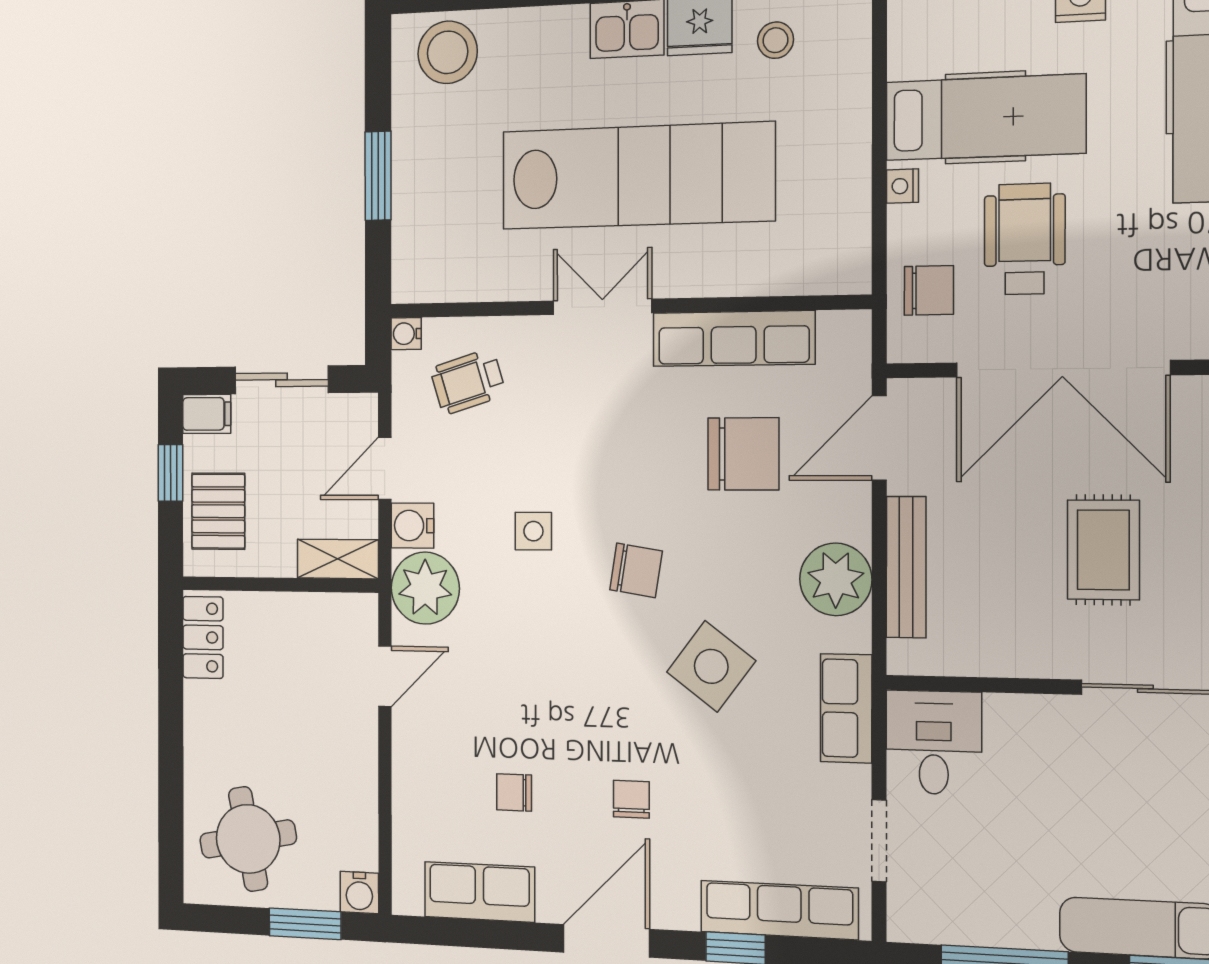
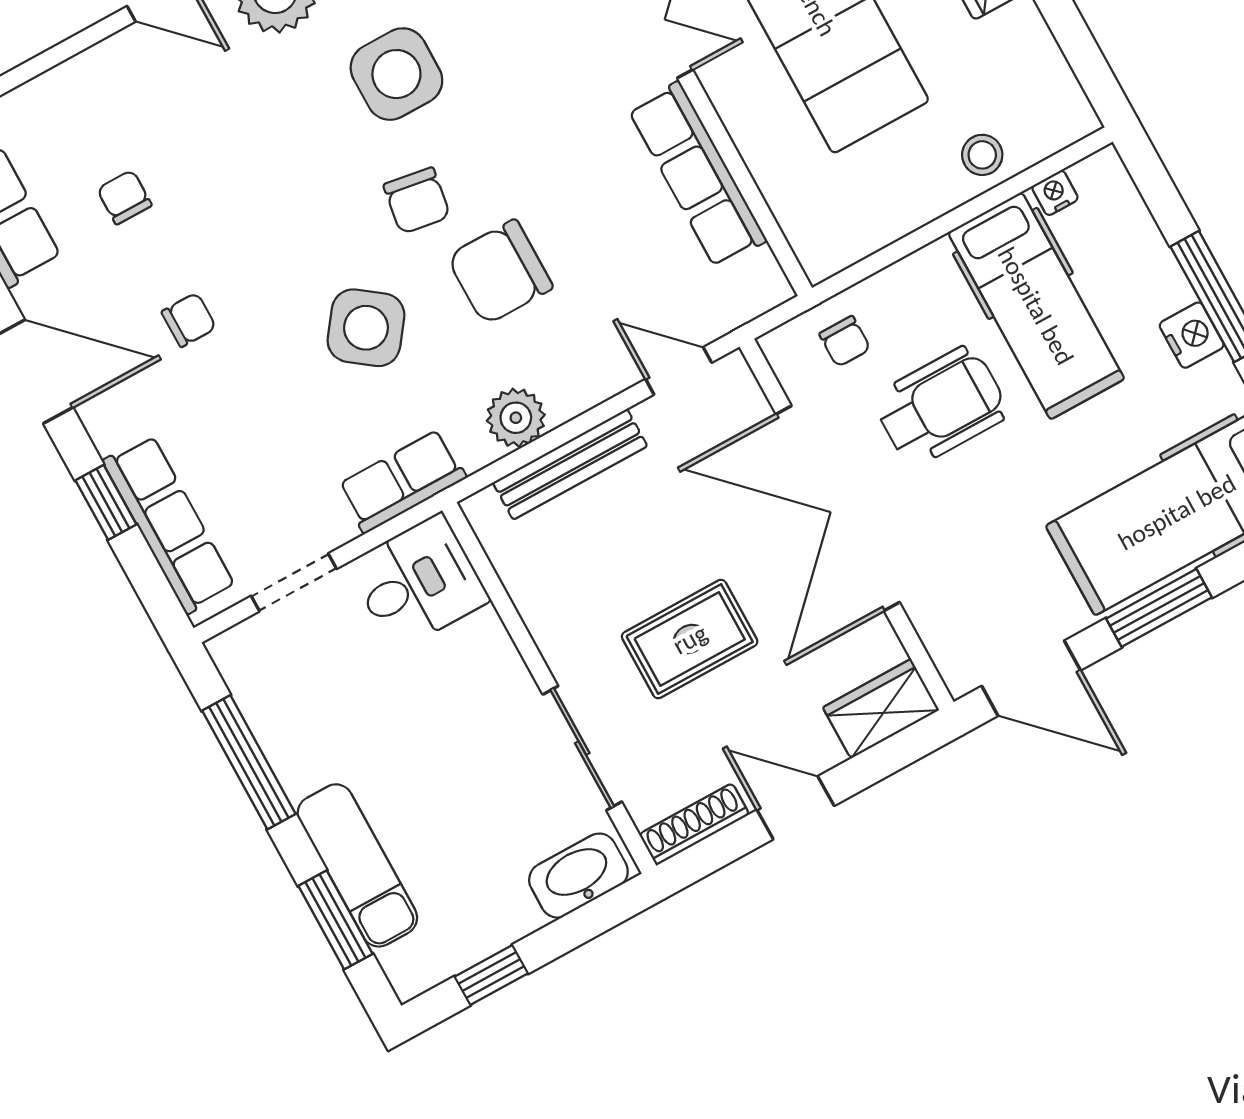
stool: (775, 40) -> (982, 155), moved
nightstand: (902, 186) -> (1055, 193), moved
chair: (929, 290) -> (845, 341), width x0.73, depth x0.73
door: (879, 438) -> (679, 371), width x0.73
chair: (743, 454) -> (500, 272), moved, turned 90
side table: (533, 531) -> (396, 74), width x1.87, depth x1.87
plant: (836, 579) -> (516, 418), width x0.73, depth x0.73

